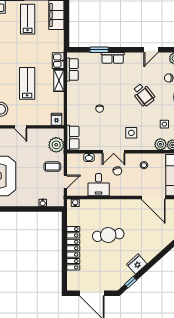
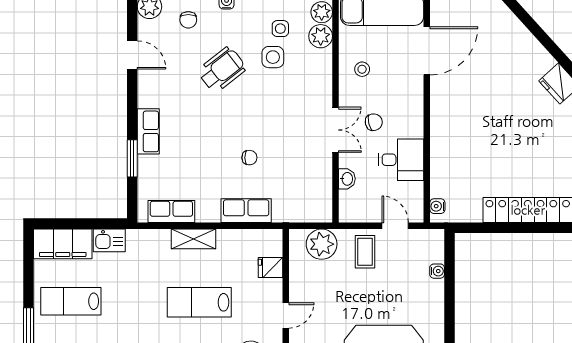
kitchen sink: (58, 61) -> (109, 240), moved
fridge: (57, 119) -> (270, 268), moved
side table: (131, 133) -> (273, 57), moved
row of seats: (73, 138) -> (246, 211), moved
cafe table: (108, 235) -> (501, 140), removed

